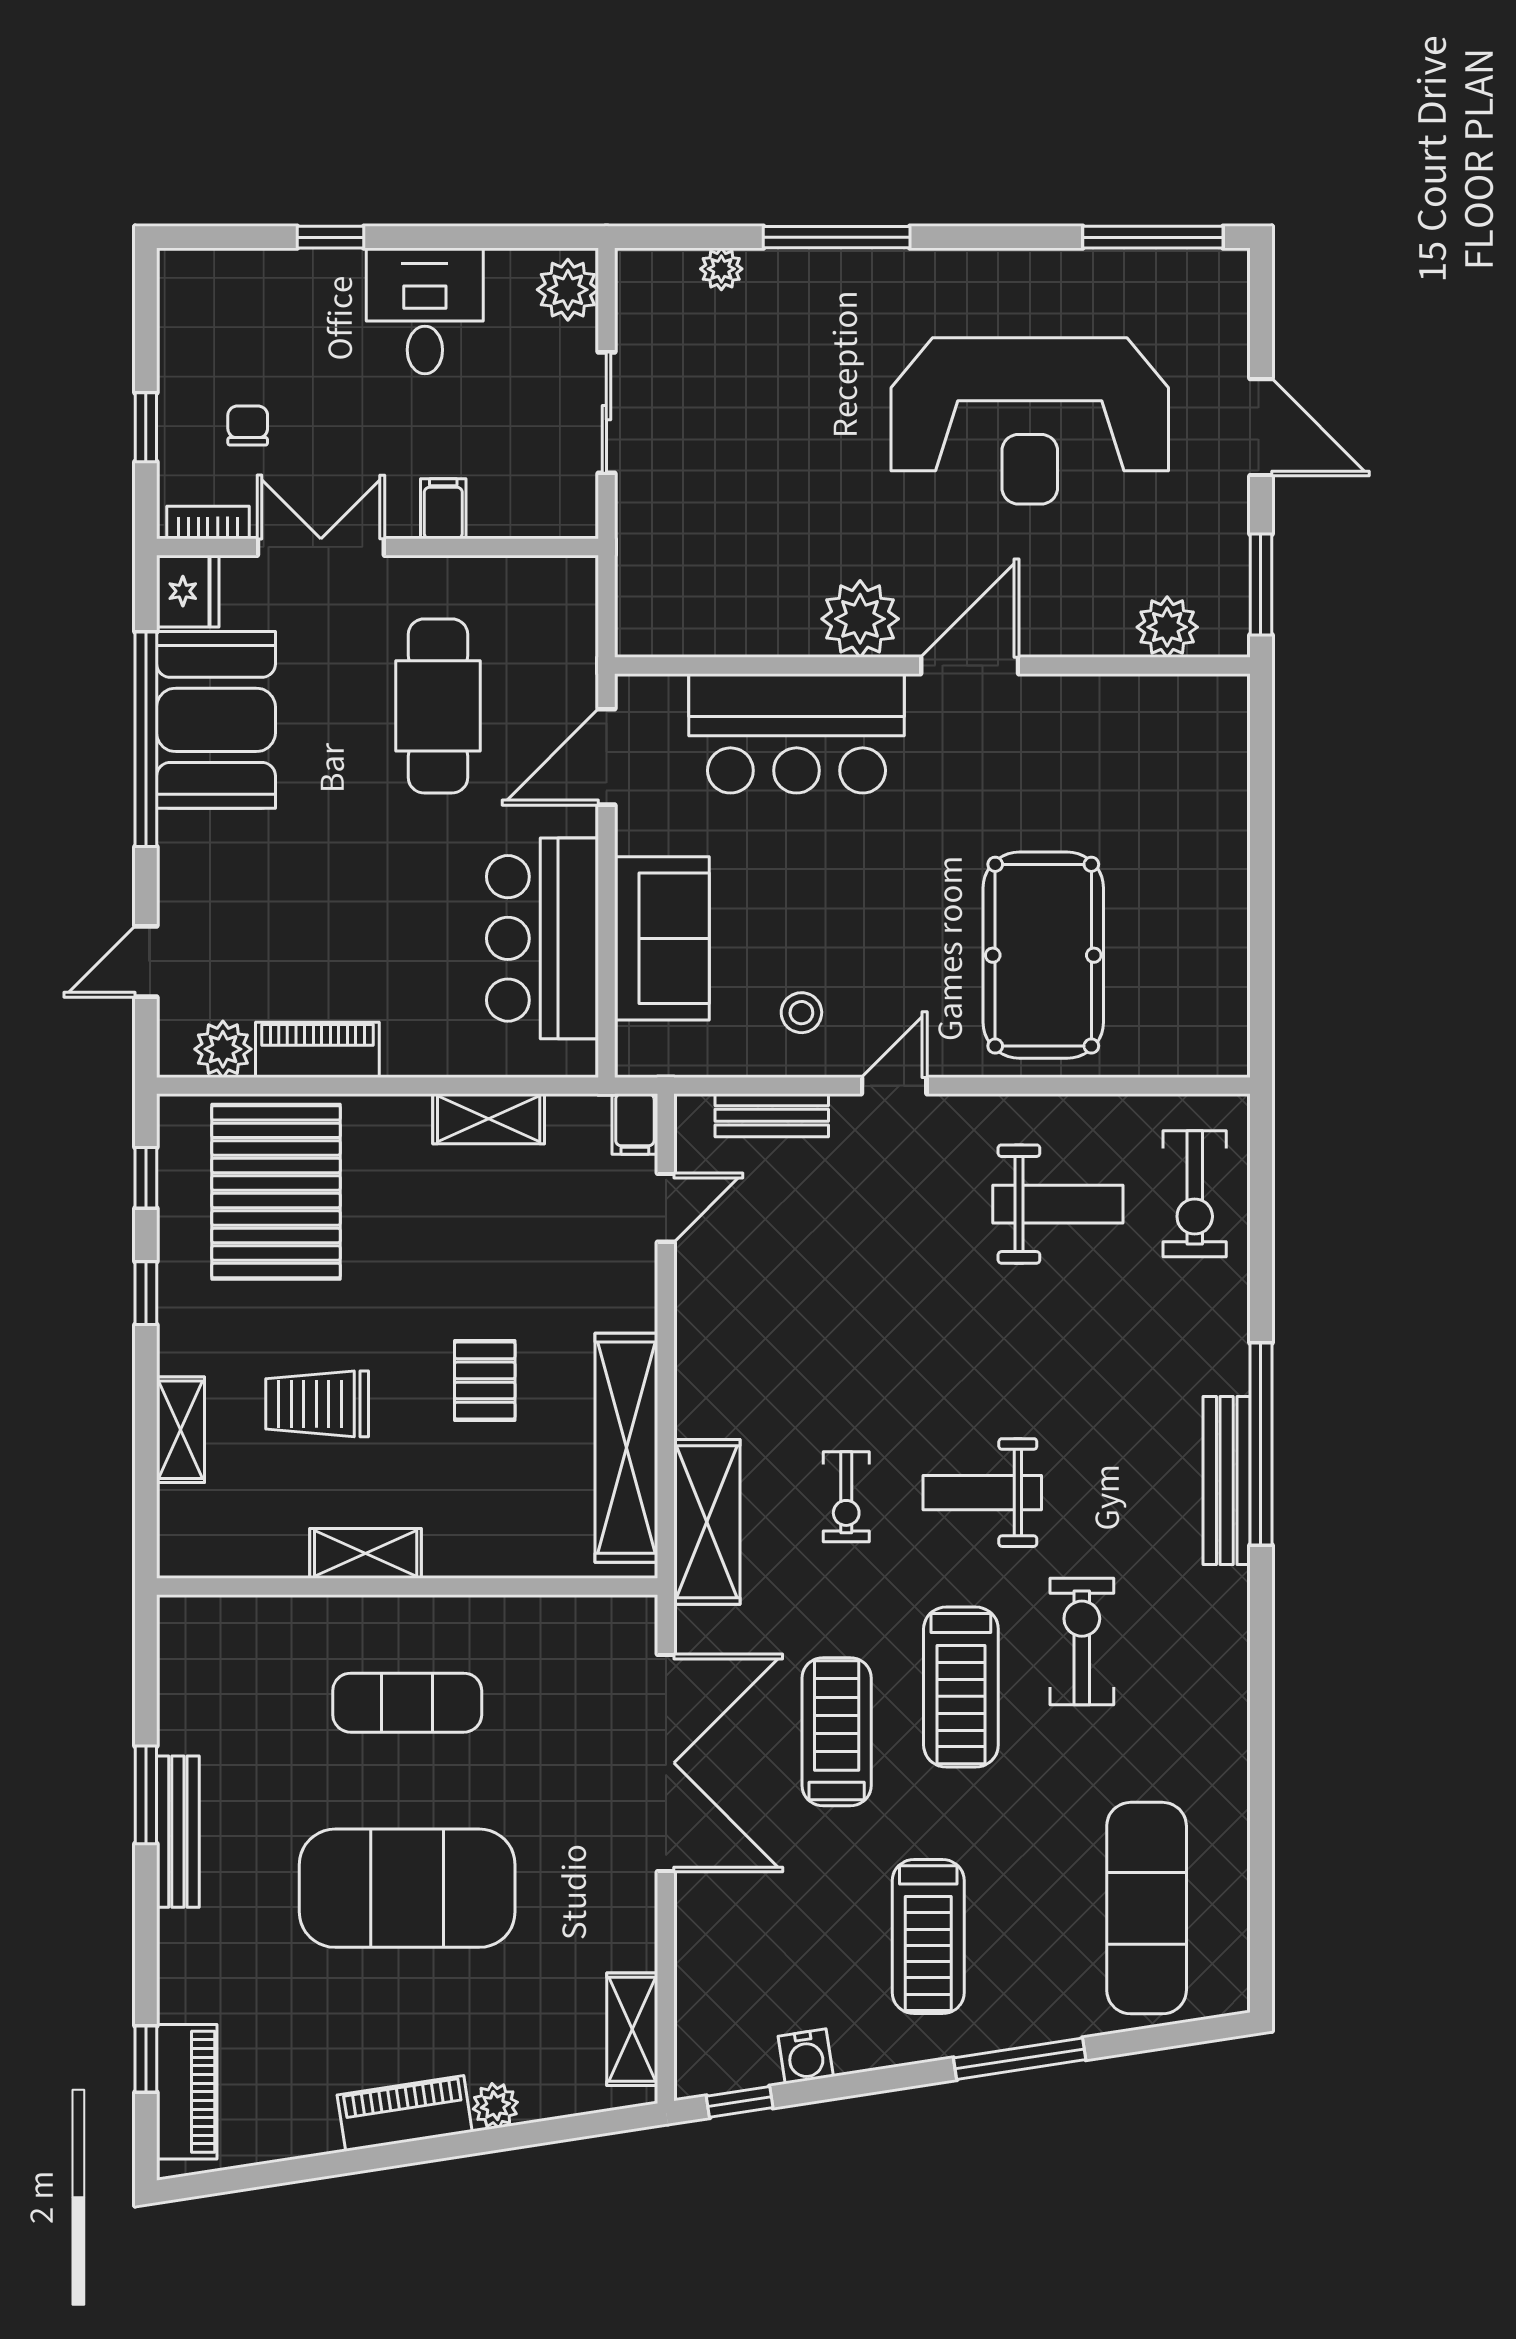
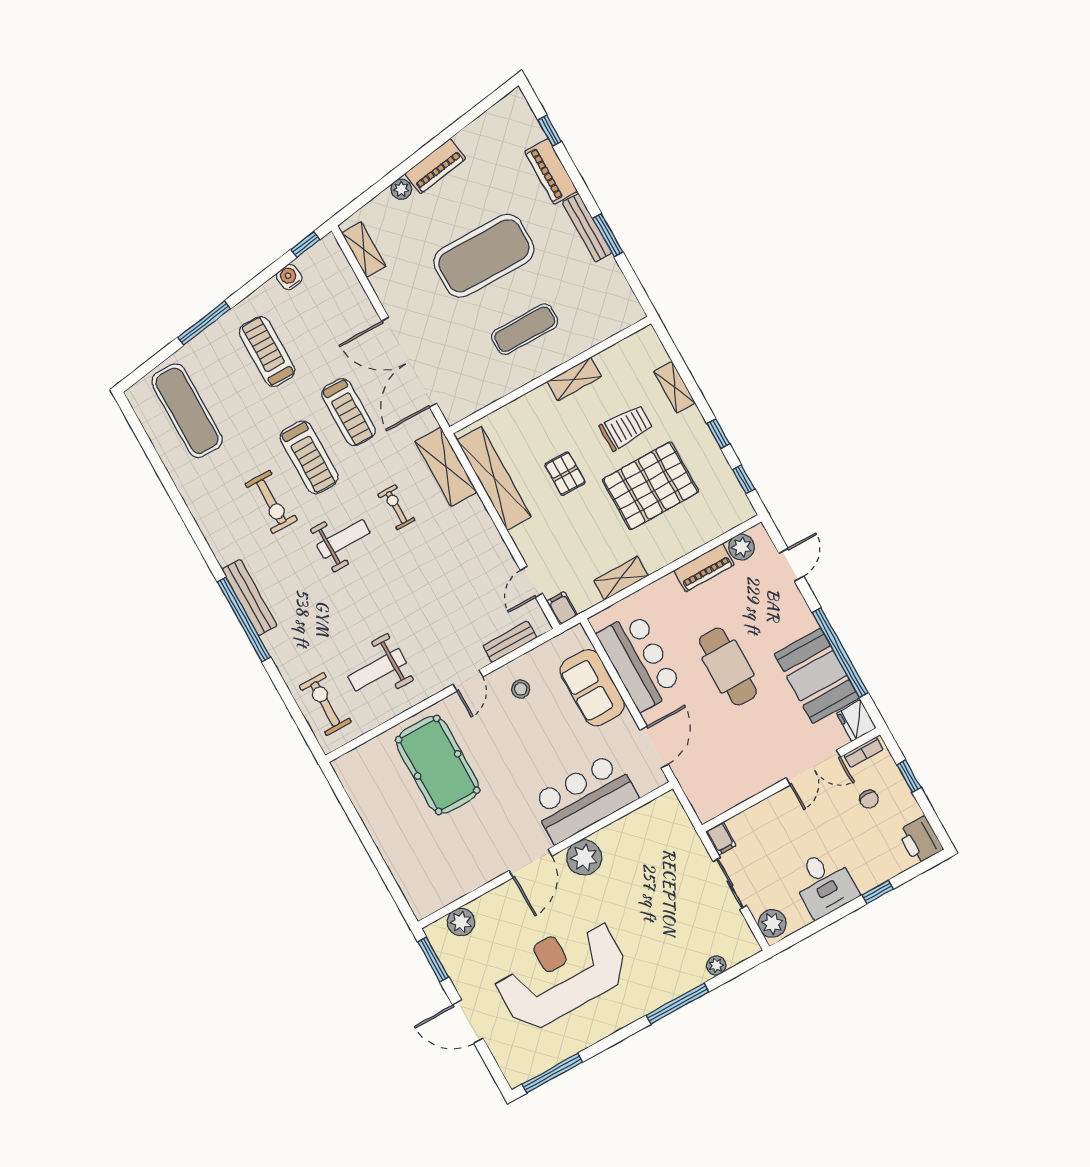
printer: (192, 291) -> (920, 840), added
filing cabinet: (443, 509) -> (721, 839), moved
cafe table: (438, 706) -> (728, 666), moved
pallet: (276, 1192) -> (650, 486), moved, turned 90
treadmill: (961, 1687) -> (309, 457), turned 180
piano: (187, 2092) -> (551, 171), moved

